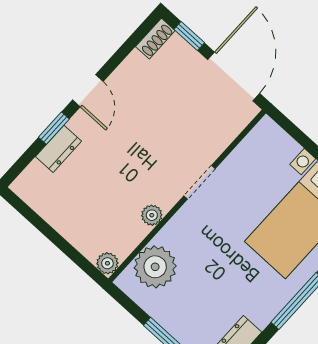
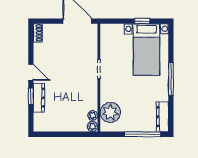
window: (189, 36) -> (49, 21), removed
dresser: (58, 149) -> (39, 98), width x1.44
plant: (152, 215) -> (93, 115), moved

